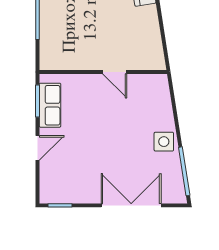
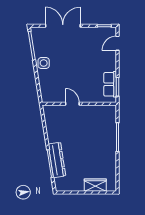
door: (38, 148) -> (117, 43), moved
double door: (131, 205) -> (63, 26), swing flipped

